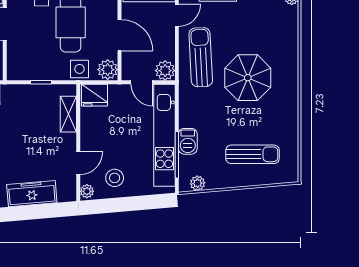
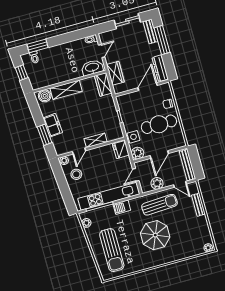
plant: (165, 71) -> (157, 183), moved
shelving: (68, 114) -> (96, 140), moved
barbecue: (188, 141) -> (122, 207), moved
sun lounger: (253, 154) -> (112, 250), width x1.36, depth x1.34
door: (78, 163) -> (79, 151), hinge flipped
freezer: (32, 194) -> (53, 125), width x0.71
window: (37, 212) -> (44, 135), added

